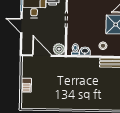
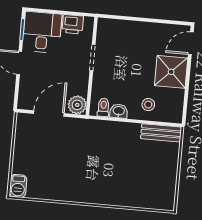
door: (42, 56) -> (49, 113), hinge flipped
barbecue: (26, 85) -> (18, 186), moved

